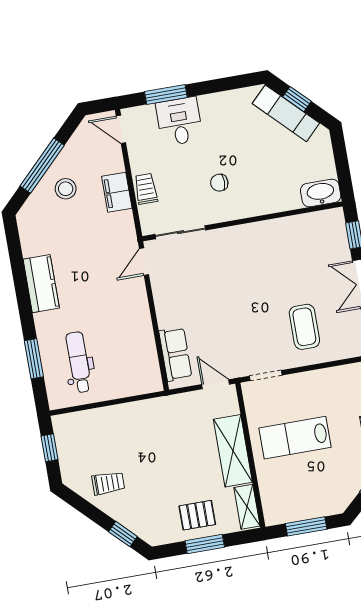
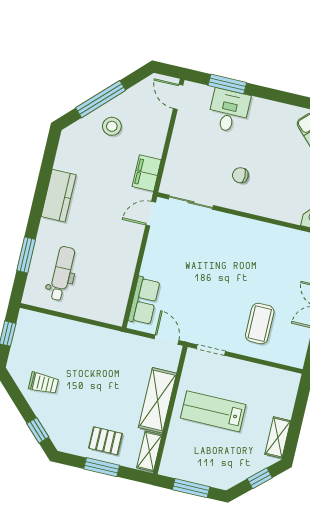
trolley: (146, 189) -> (178, 154), removed
filing cabinet: (117, 192) -> (147, 173), moved

